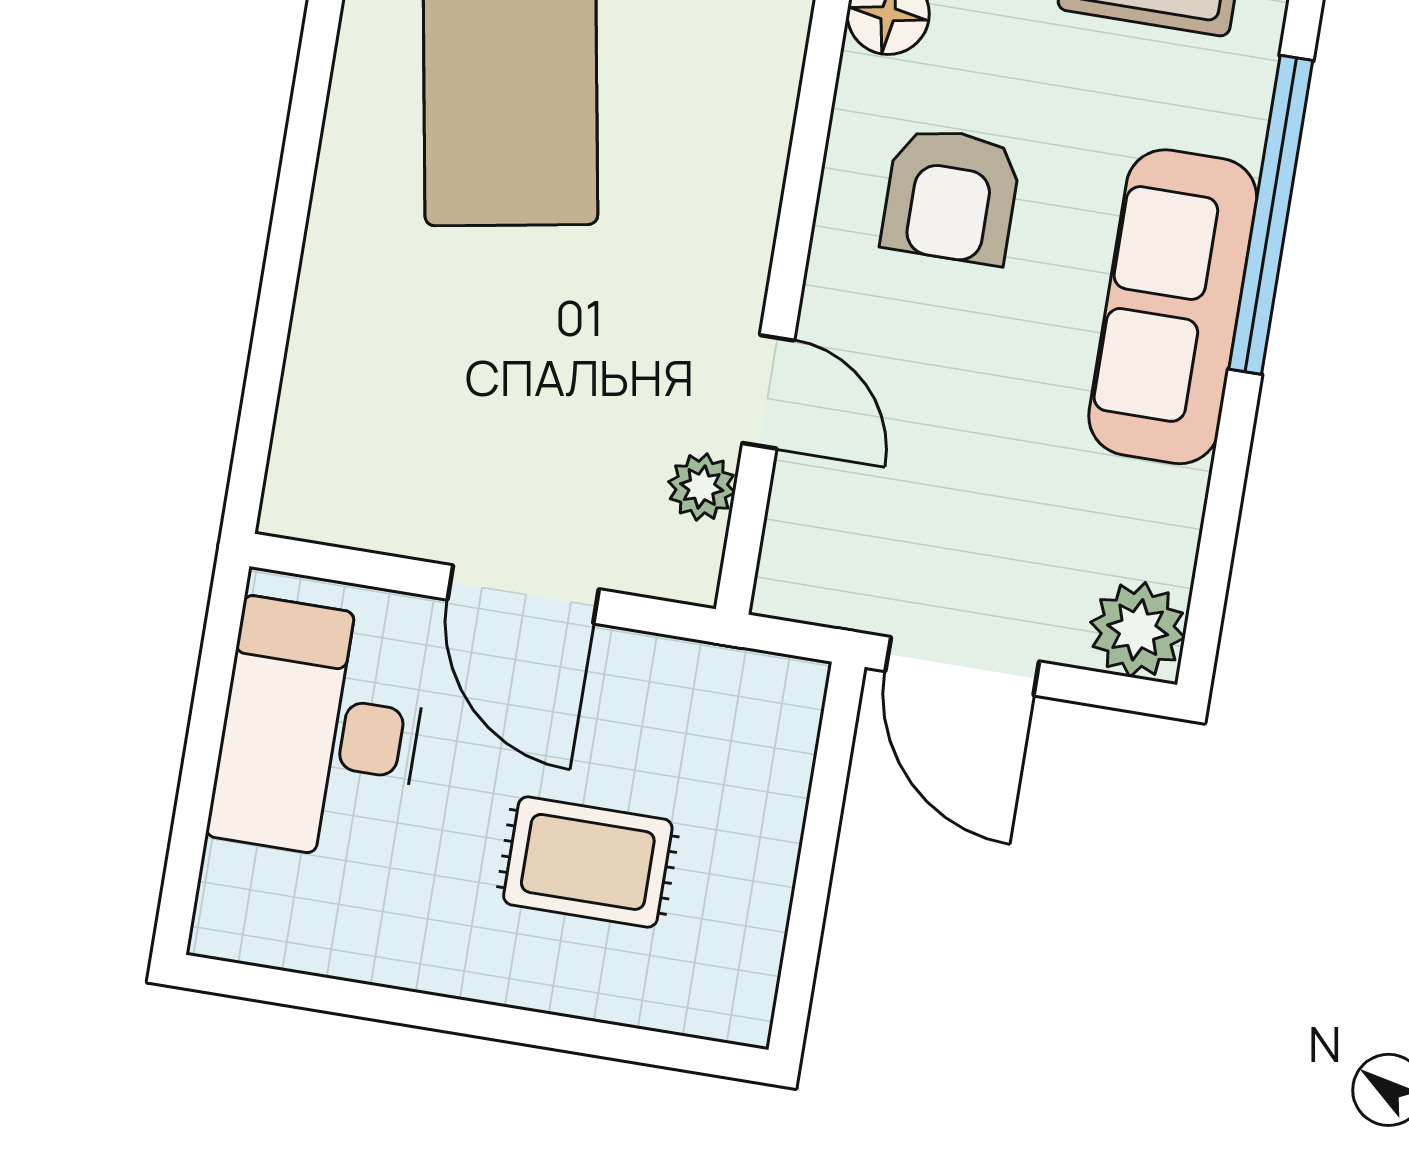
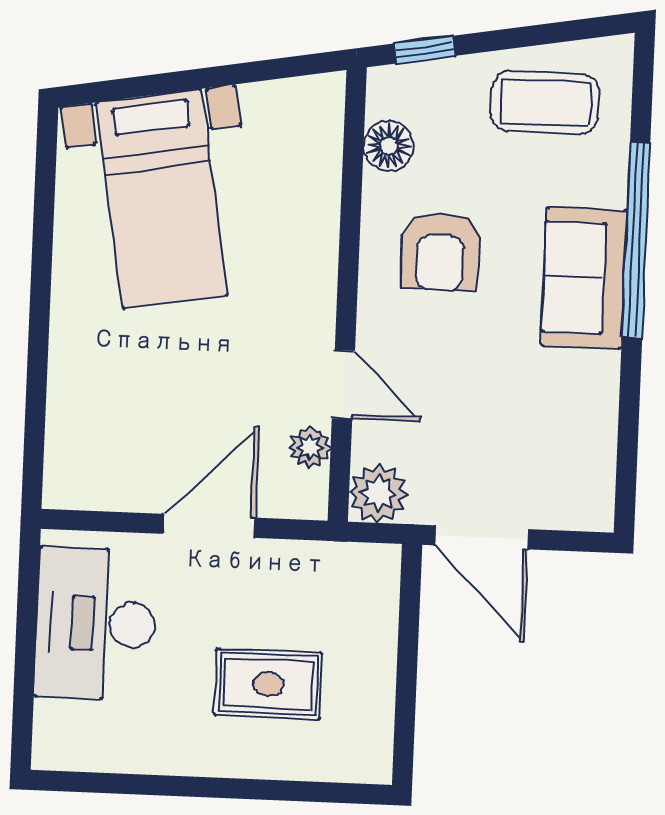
sofa: (1173, 307) -> (584, 278), width x0.73
door: (523, 594) -> (209, 526), swing flipped
plant: (1138, 630) -> (378, 493), moved

